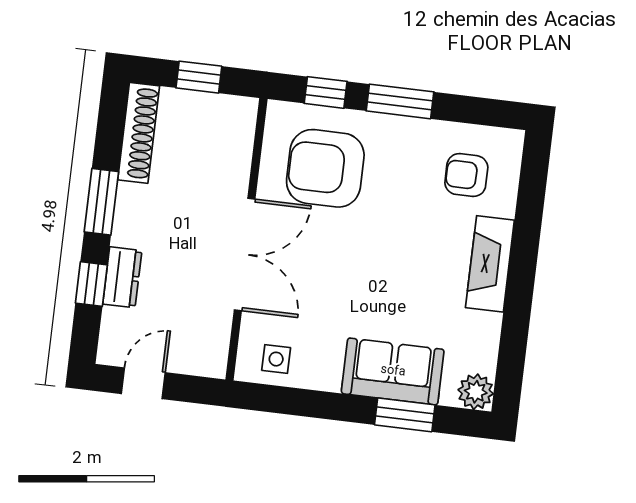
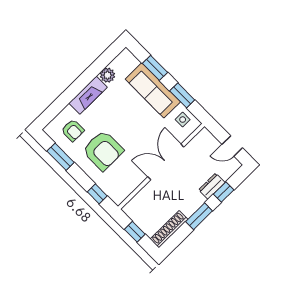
window: (400, 101) -> (61, 157), moved
armchair: (325, 168) -> (103, 150), moved
sofa: (393, 371) -> (153, 90), width x1.36
plant: (476, 392) -> (108, 75), moved
window: (313, 404) -> (182, 95), added

